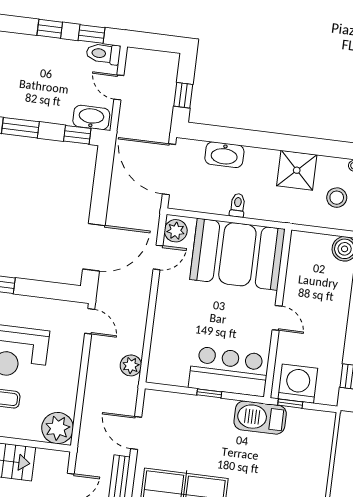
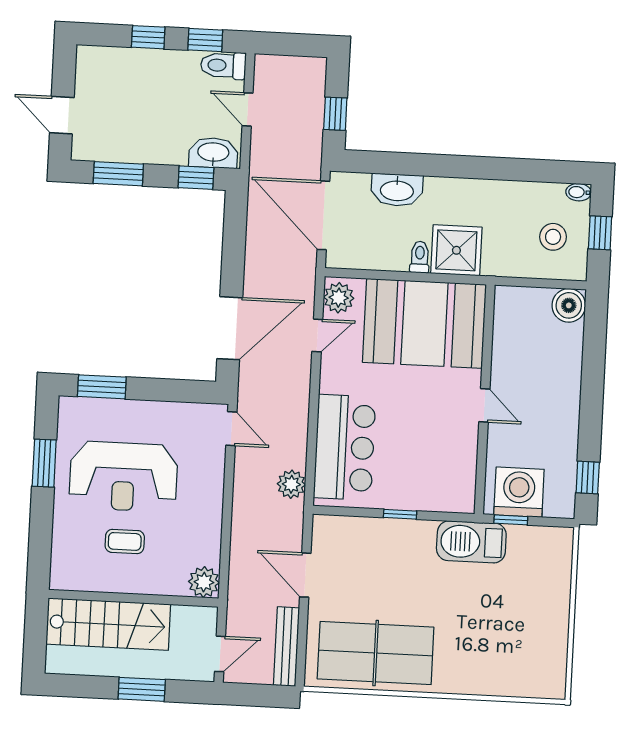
shower: (297, 170) -> (456, 250), moved
bar counter: (229, 371) -> (345, 447), moved, turned 90
plant: (58, 428) -> (204, 582), width x0.73, depth x0.73

